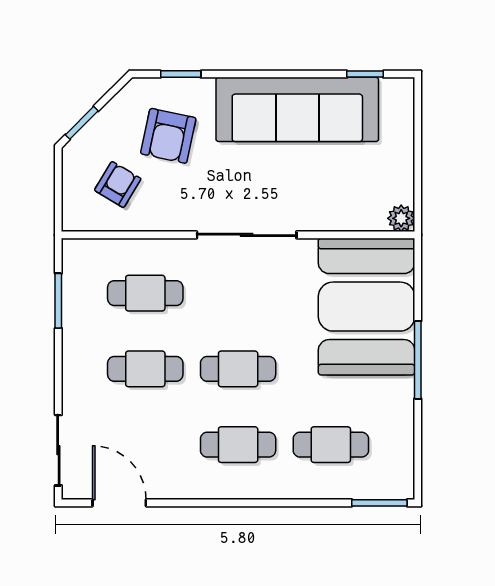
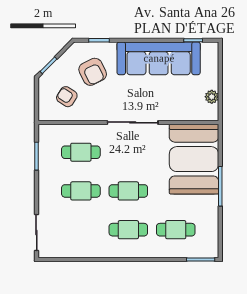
armchair: (168, 136) -> (93, 72), turned -38
armchair: (118, 184) -> (67, 97), turned -88
plant: (401, 218) -> (212, 97), moved
door: (119, 503) -> (68, 259), removed

